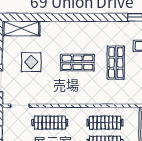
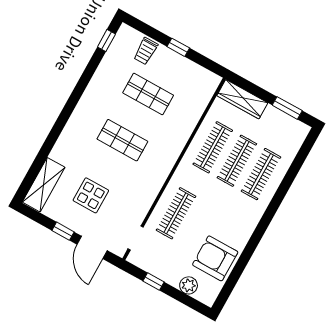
shop shelf: (77, 63) -> (122, 140), turned 90

